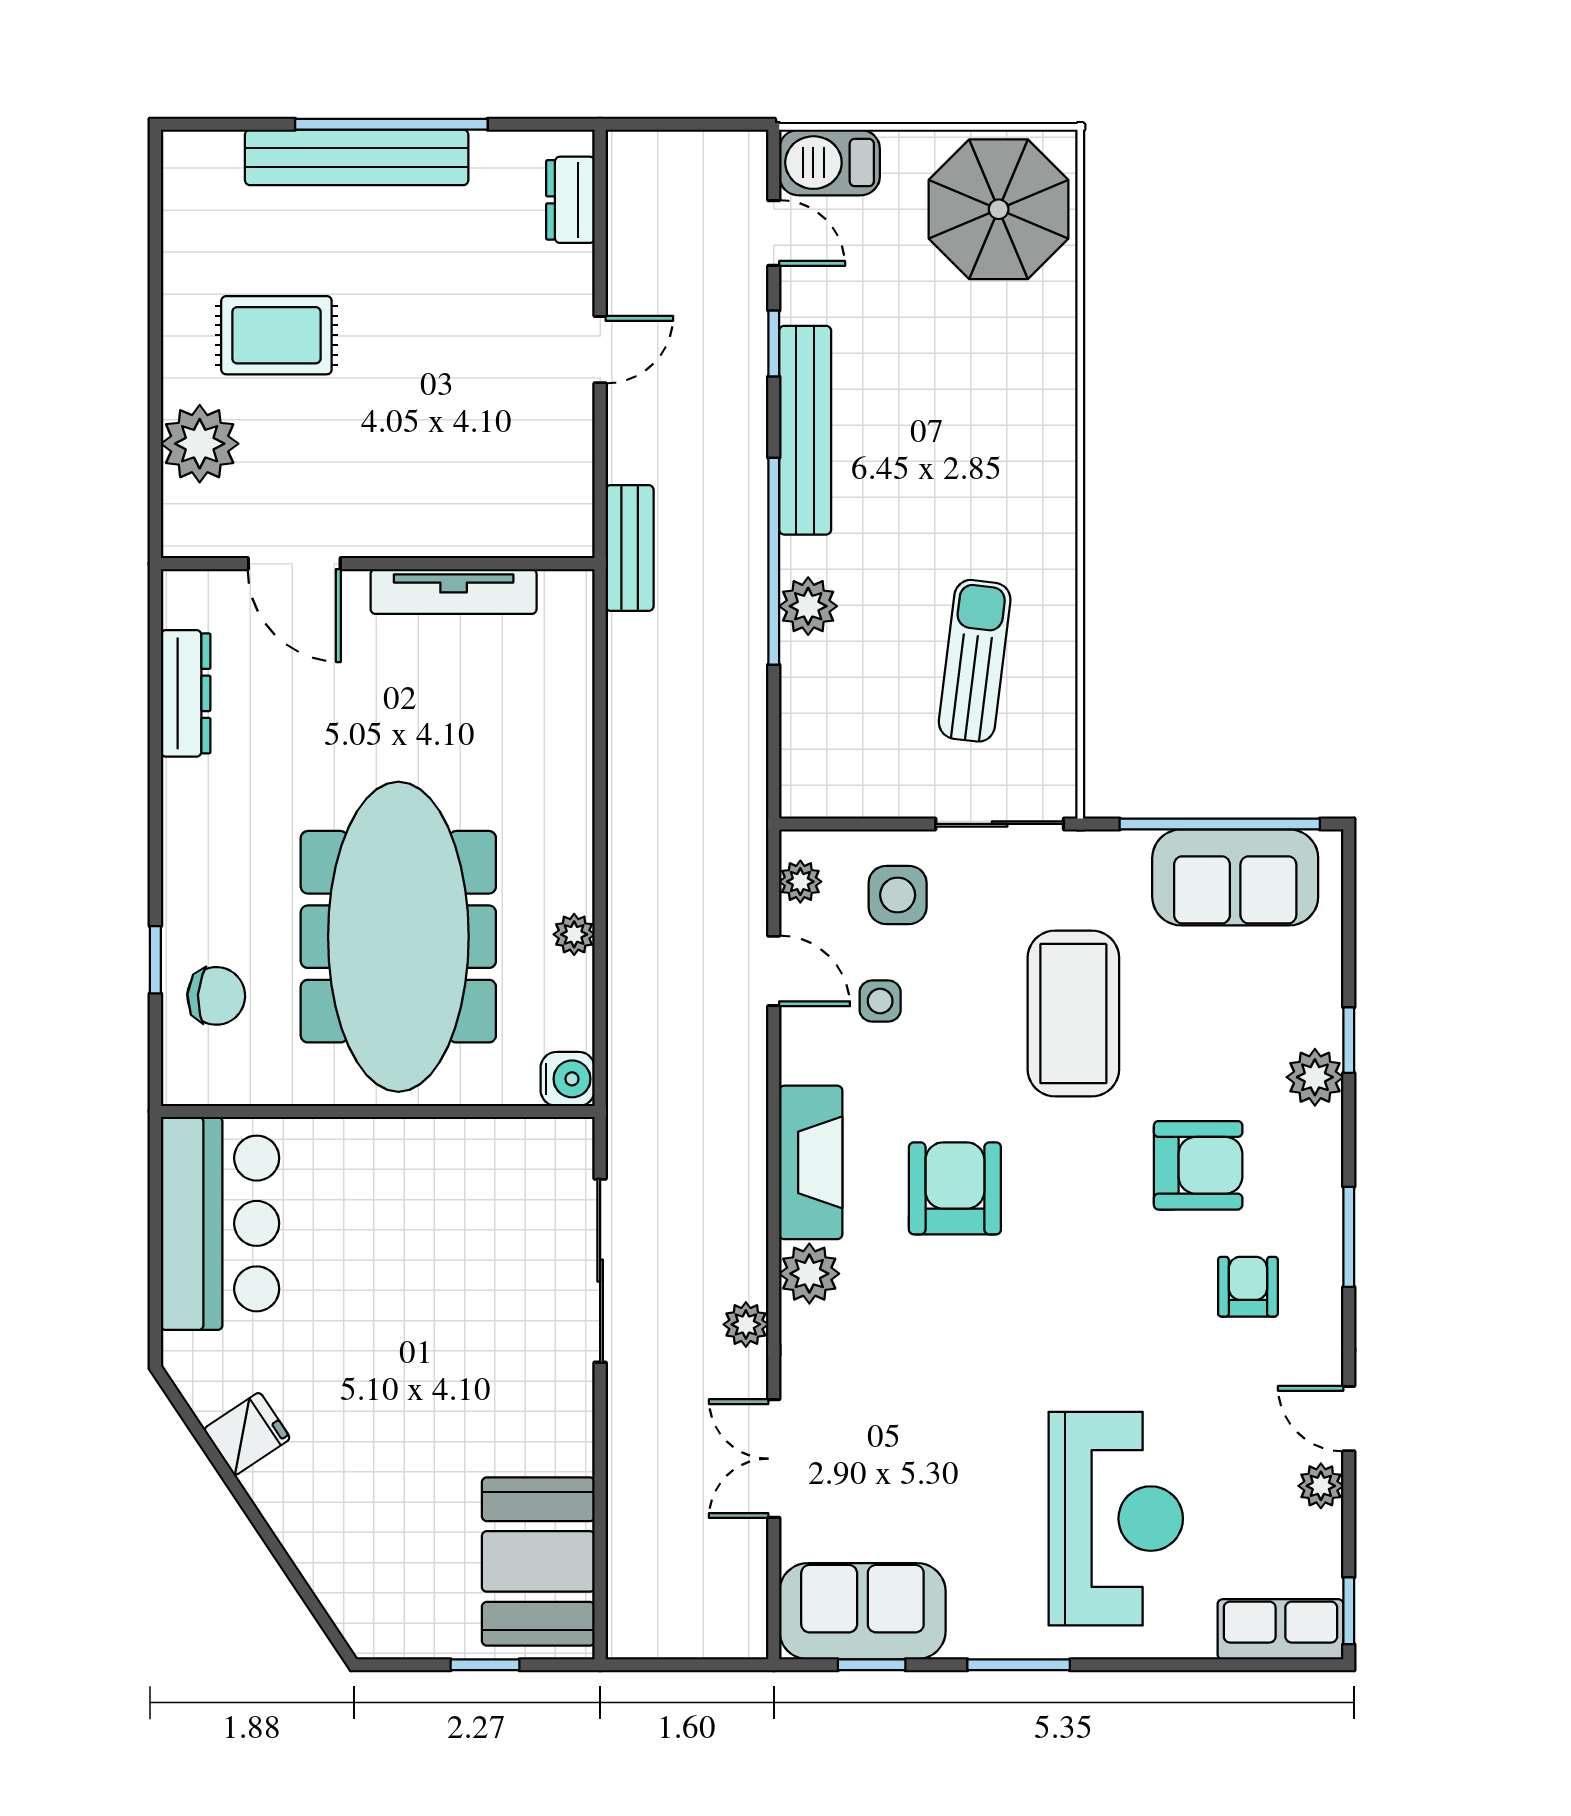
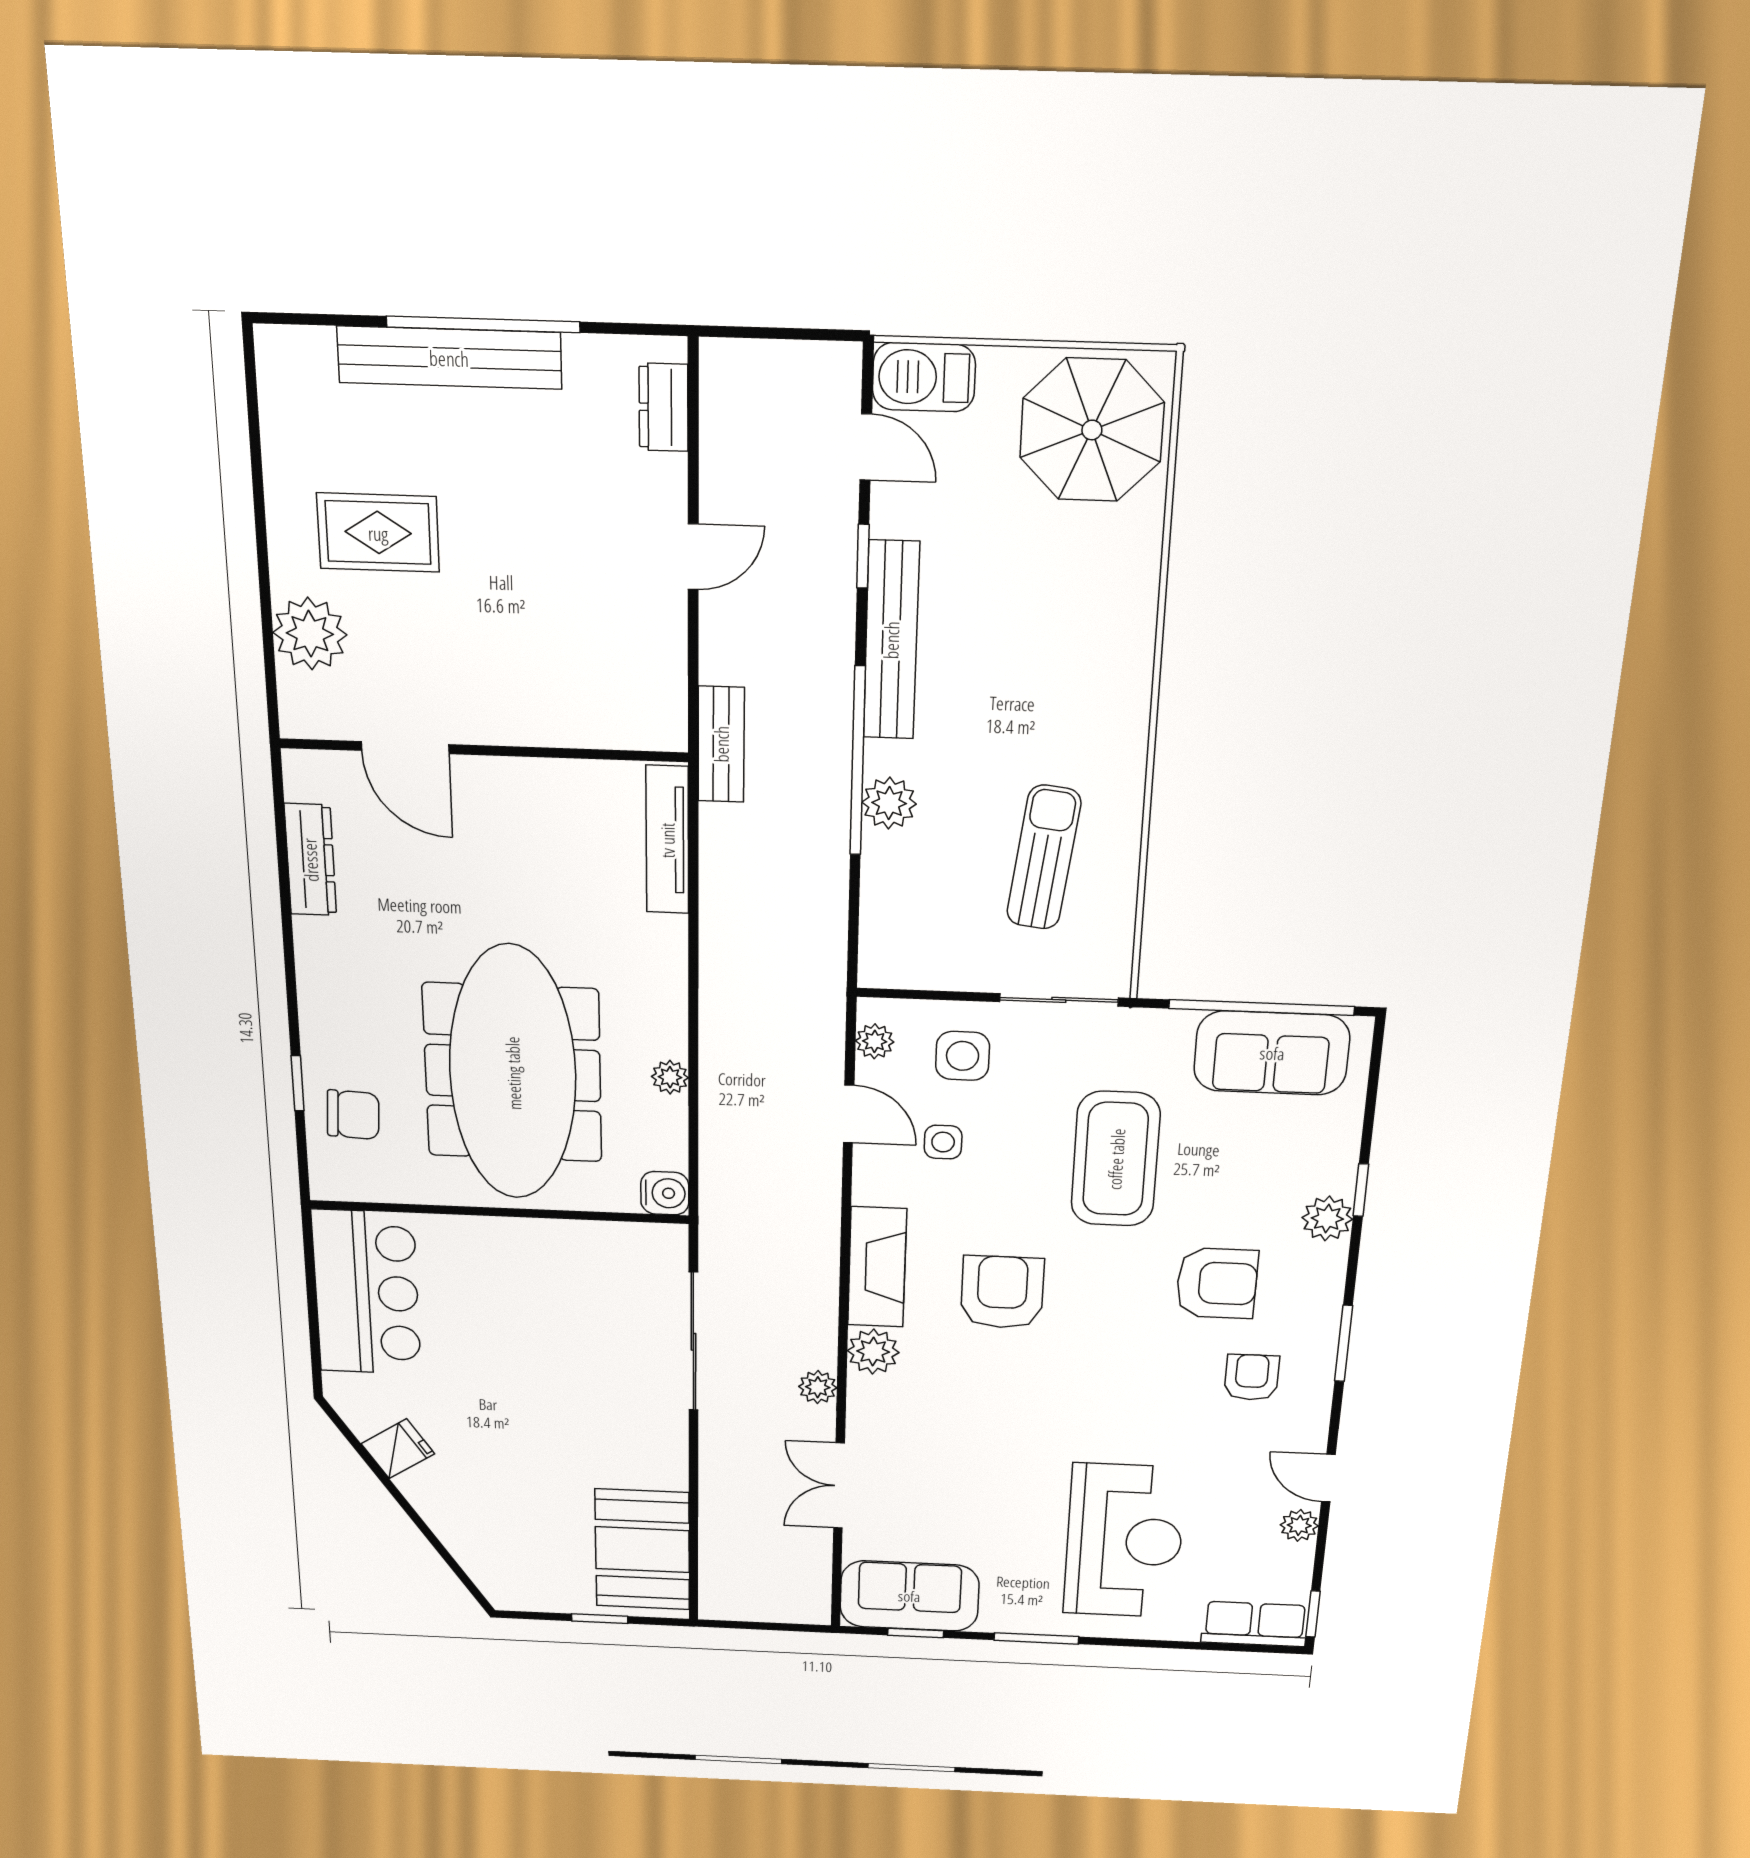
tv unit: (454, 591) -> (667, 840), moved, turned 90

